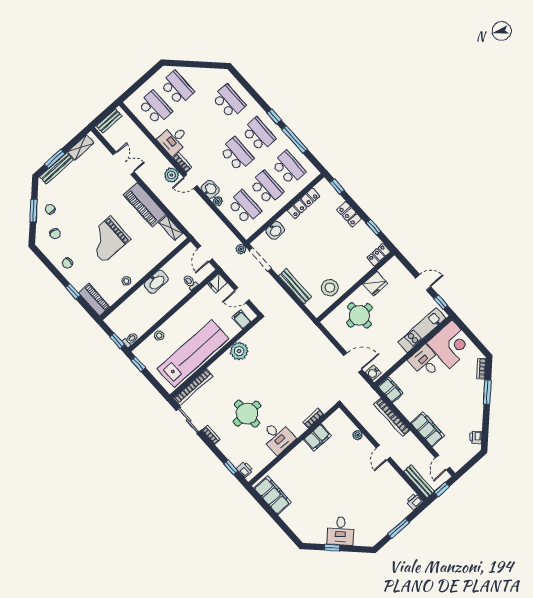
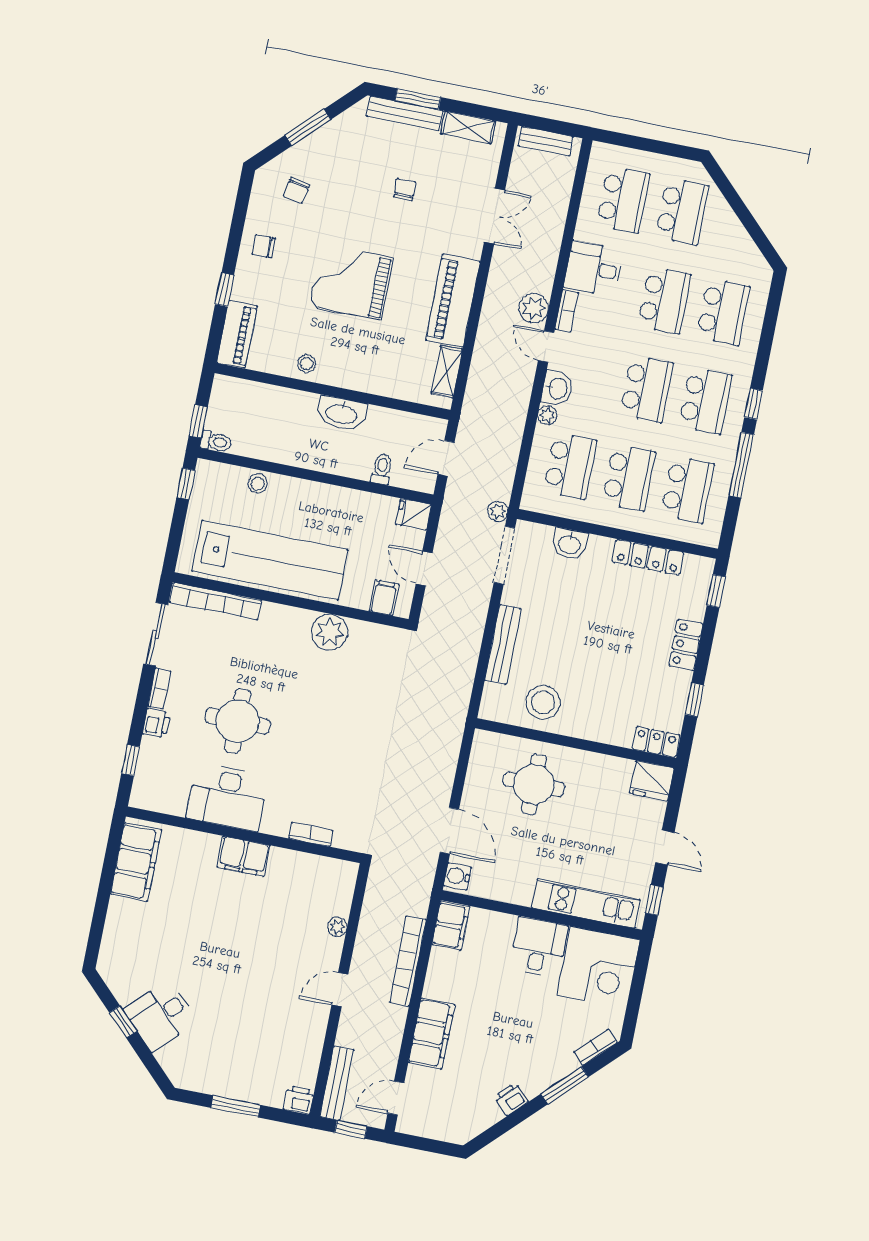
school desk: (207, 121) -> (664, 300), added
chair: (50, 209) -> (405, 190), moved
fridge: (375, 284) -> (652, 781), moved
desk: (278, 437) -> (227, 797), width x1.37
filing cabinet: (317, 437) -> (244, 856), moved
printer: (476, 437) -> (511, 1099), moved
printer: (245, 470) -> (157, 723), moved

